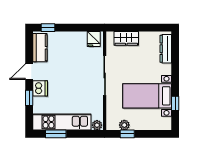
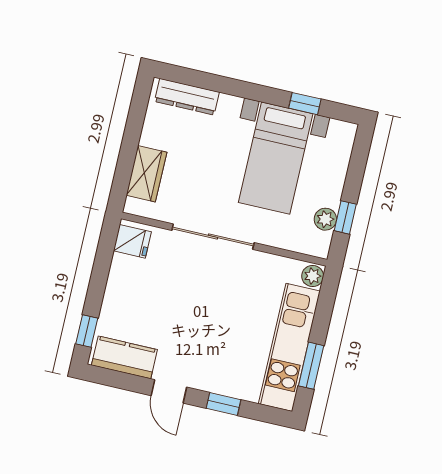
dishwasher: (40, 88) -> (209, 376), removed

